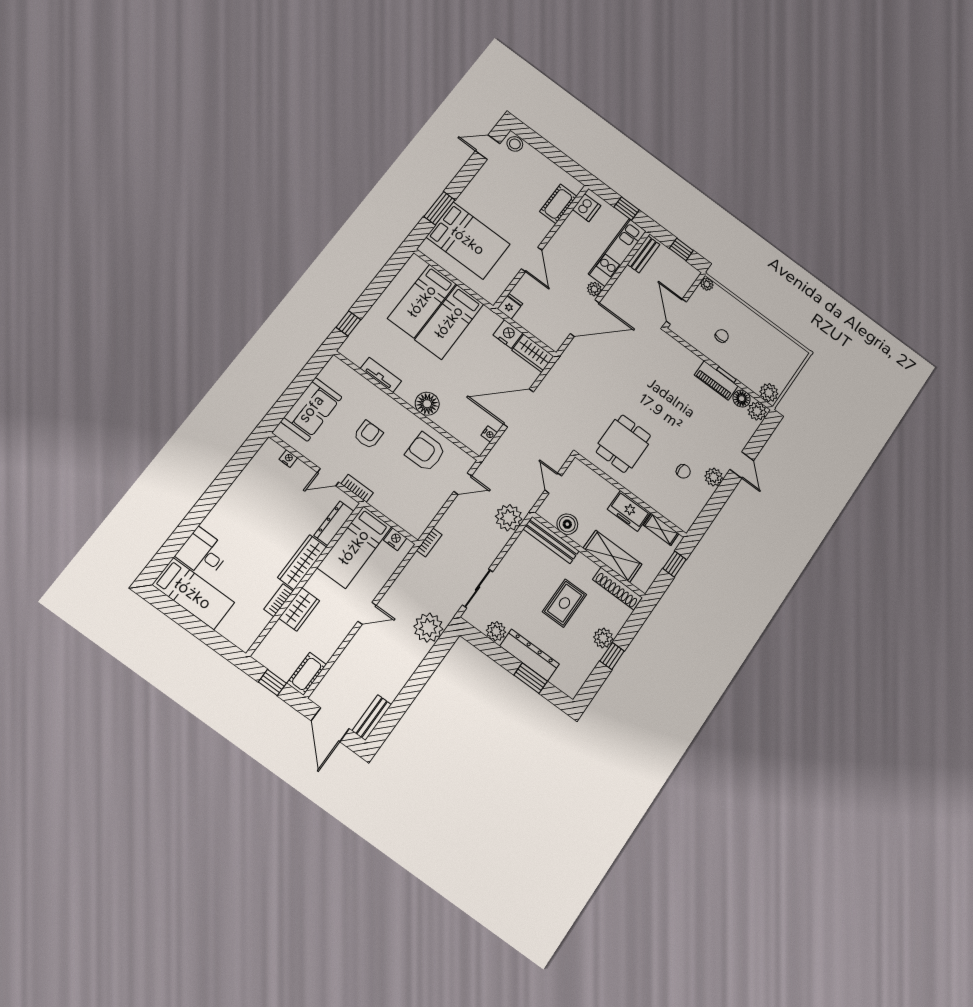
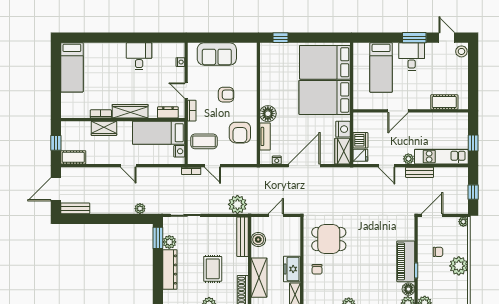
desk: (481, 199) -> (412, 57), added
window: (439, 208) -> (414, 38), moved
dishwasher: (587, 208) -> (360, 140), moved, turned -90
bed: (468, 241) -> (381, 67), width x0.67
bench: (643, 254) -> (420, 172), moved
bed: (422, 301) -> (325, 62), width x1.50
fridge: (510, 306) -> (360, 155), moved
door: (585, 318) -> (387, 166), width x0.53
bed: (449, 322) -> (325, 97), width x1.50
plant: (753, 326) -> (459, 266), added
tv unit: (381, 375) -> (265, 136), moved
piano: (716, 380) -> (406, 261), width x1.37, depth x1.33
door: (518, 408) -> (304, 166), hinge flipped
armchair: (425, 452) -> (240, 133), turned 180
chair: (683, 471) -> (317, 269), moved
door: (463, 484) -> (213, 166), moved
coffee table: (405, 501) -> (204, 141), added
dresser: (334, 523) -> (168, 112), width x0.70
desk: (203, 553) -> (139, 56), moved
rug: (564, 603) -> (213, 269), turned 90
plant: (428, 628) -> (140, 209), width x0.53, depth x0.53
window: (531, 678) -> (158, 238), moved

